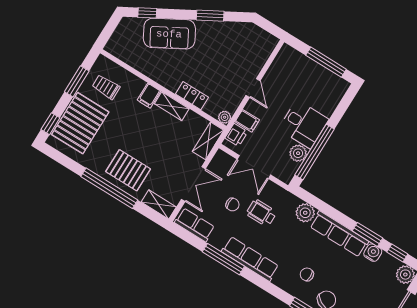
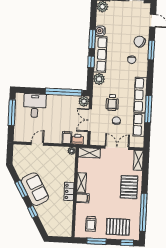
window: (147, 13) -> (33, 212), moved
sofa: (169, 34) -> (35, 189), moved
door: (253, 88) -> (37, 144), moved
locker: (192, 96) -> (69, 191), moved
pallet: (80, 123) -> (118, 227), width x0.73, depth x0.71
desk: (303, 124) -> (35, 106), moved
plant: (298, 153) -> (84, 101), moved
double door: (254, 167) -> (90, 120), swing flipped
window: (109, 188) -> (143, 212), moved
row of seats: (195, 225) -> (139, 125), moved
window: (397, 253) -> (91, 62), moved

